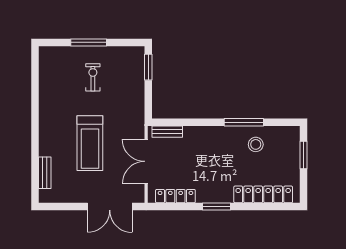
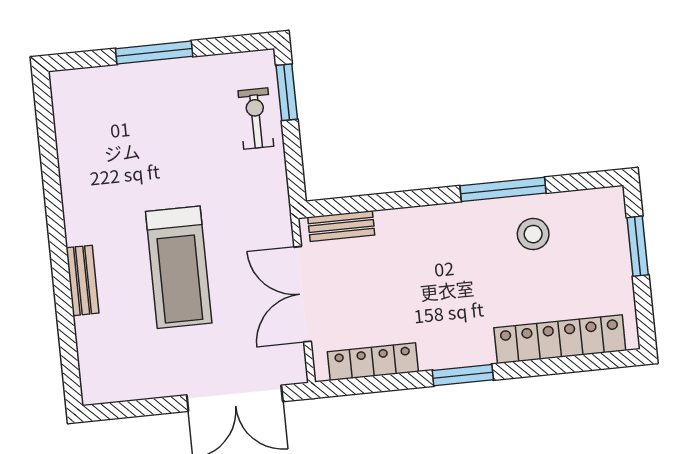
exercise bike: (93, 77) -> (256, 118), moved
bench: (45, 173) -> (82, 280), moved

